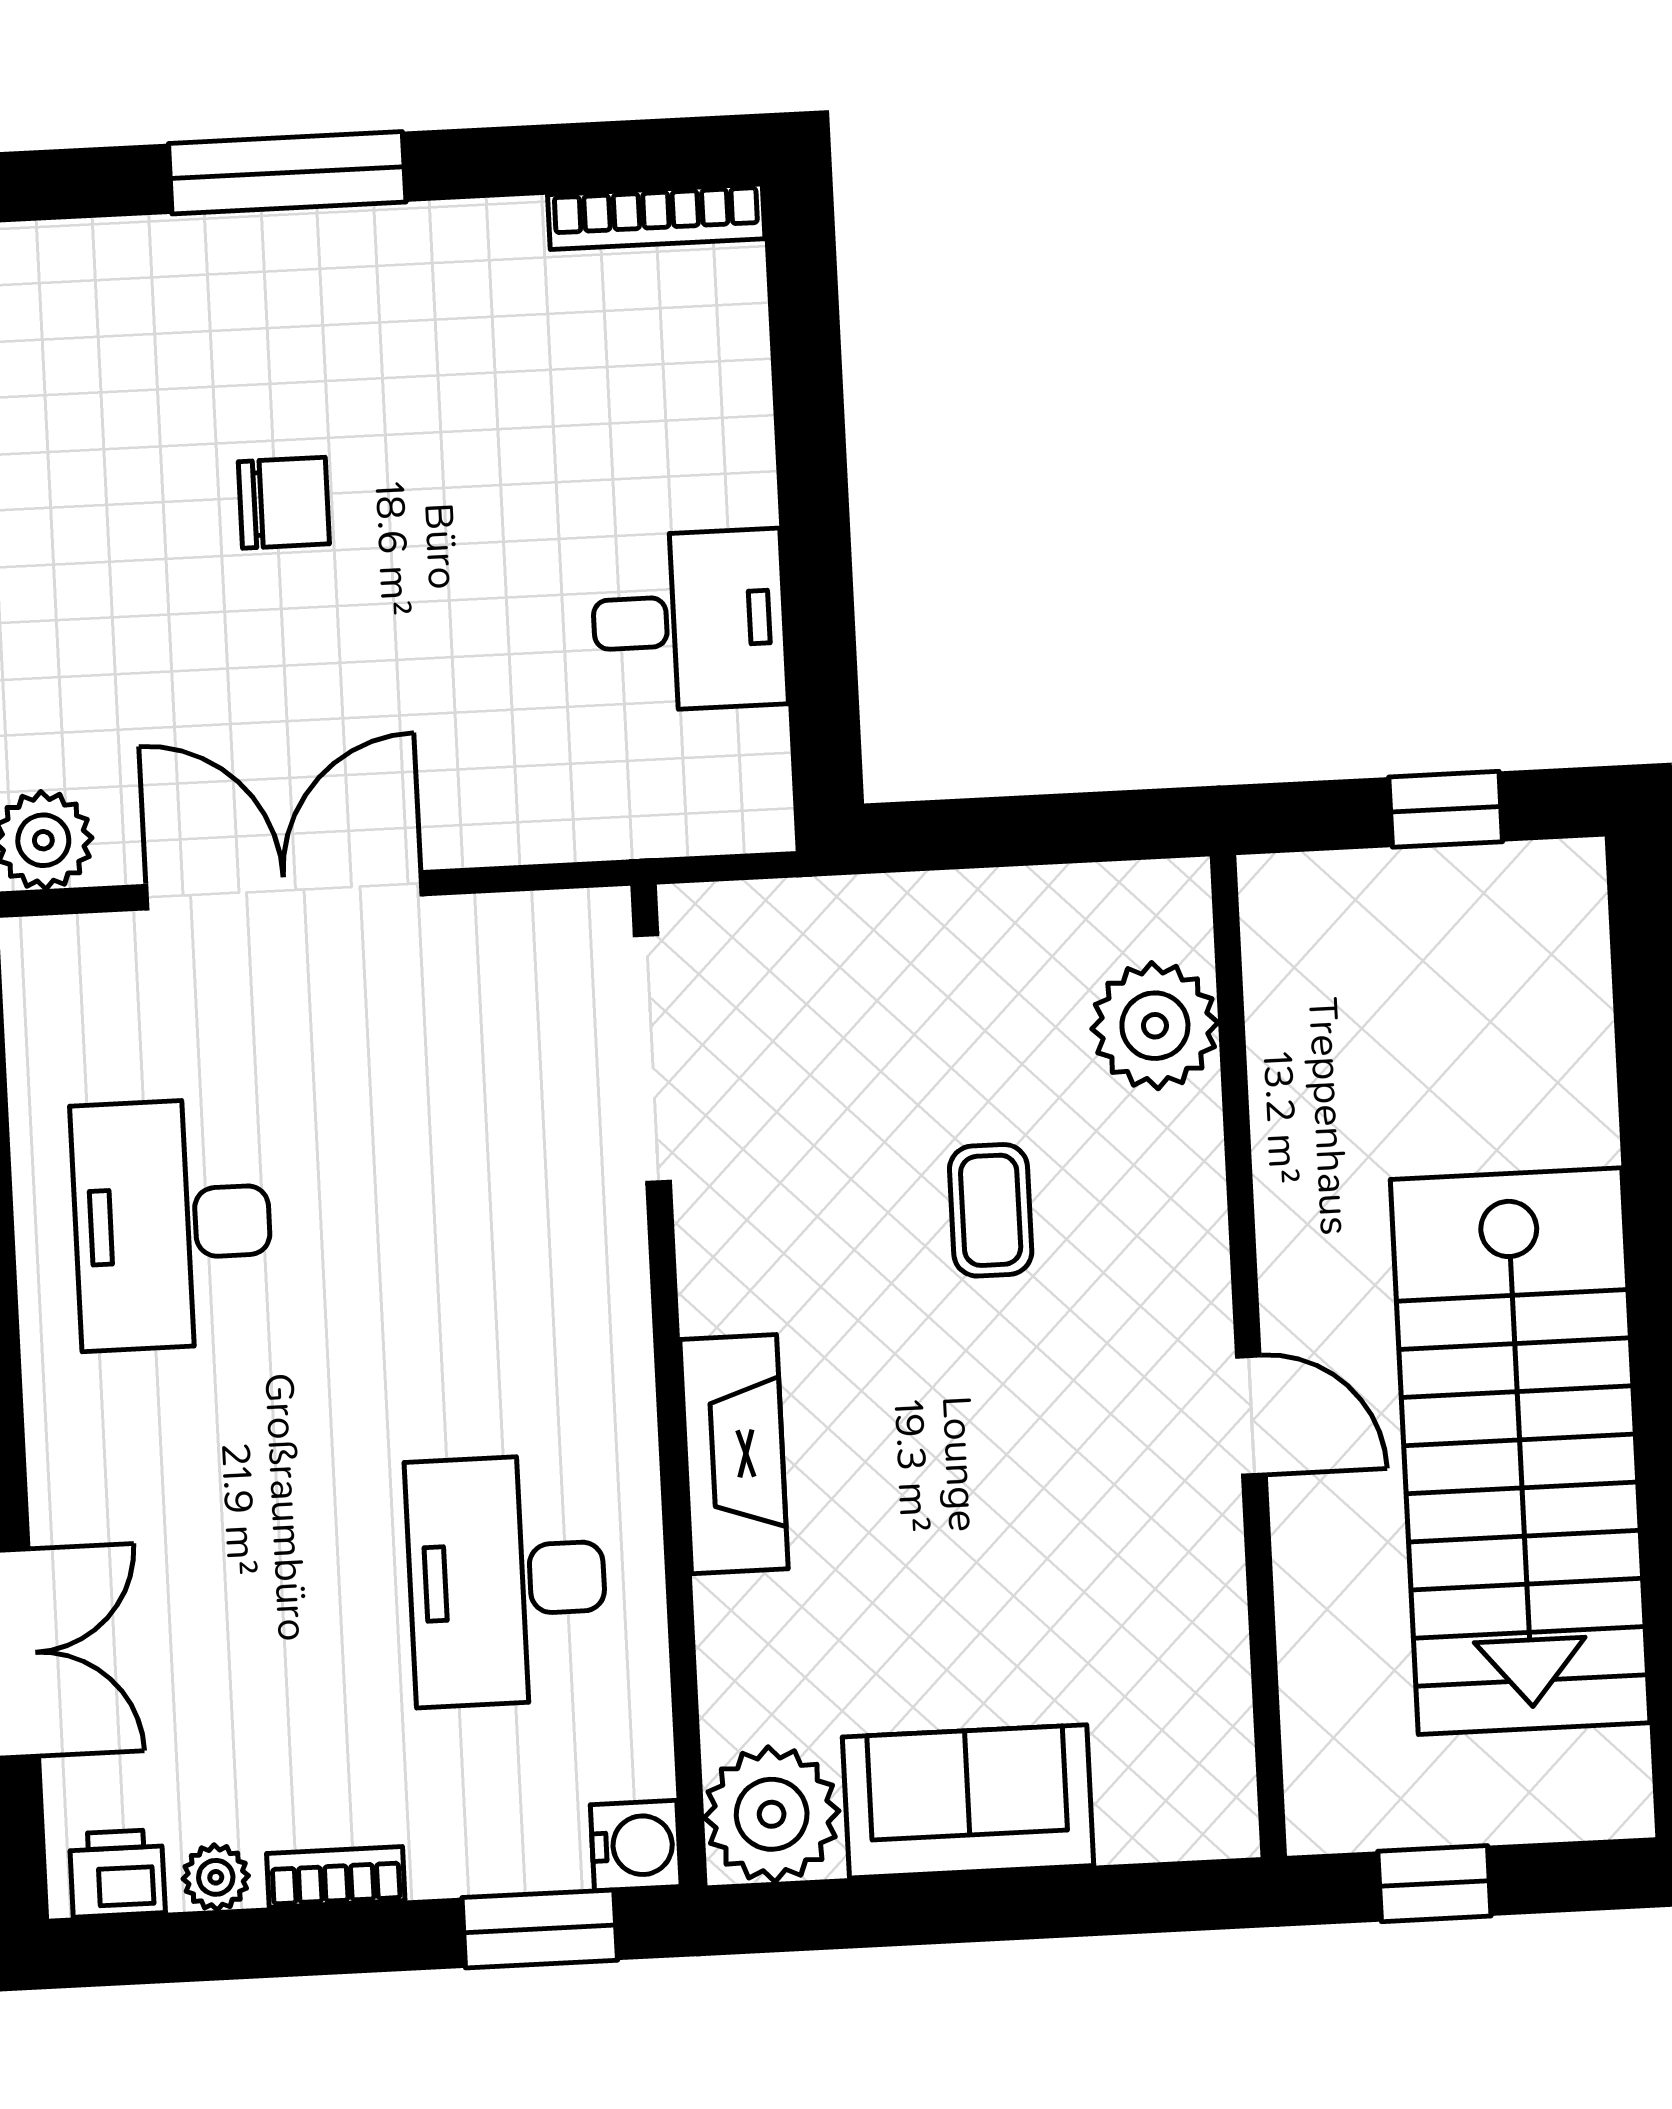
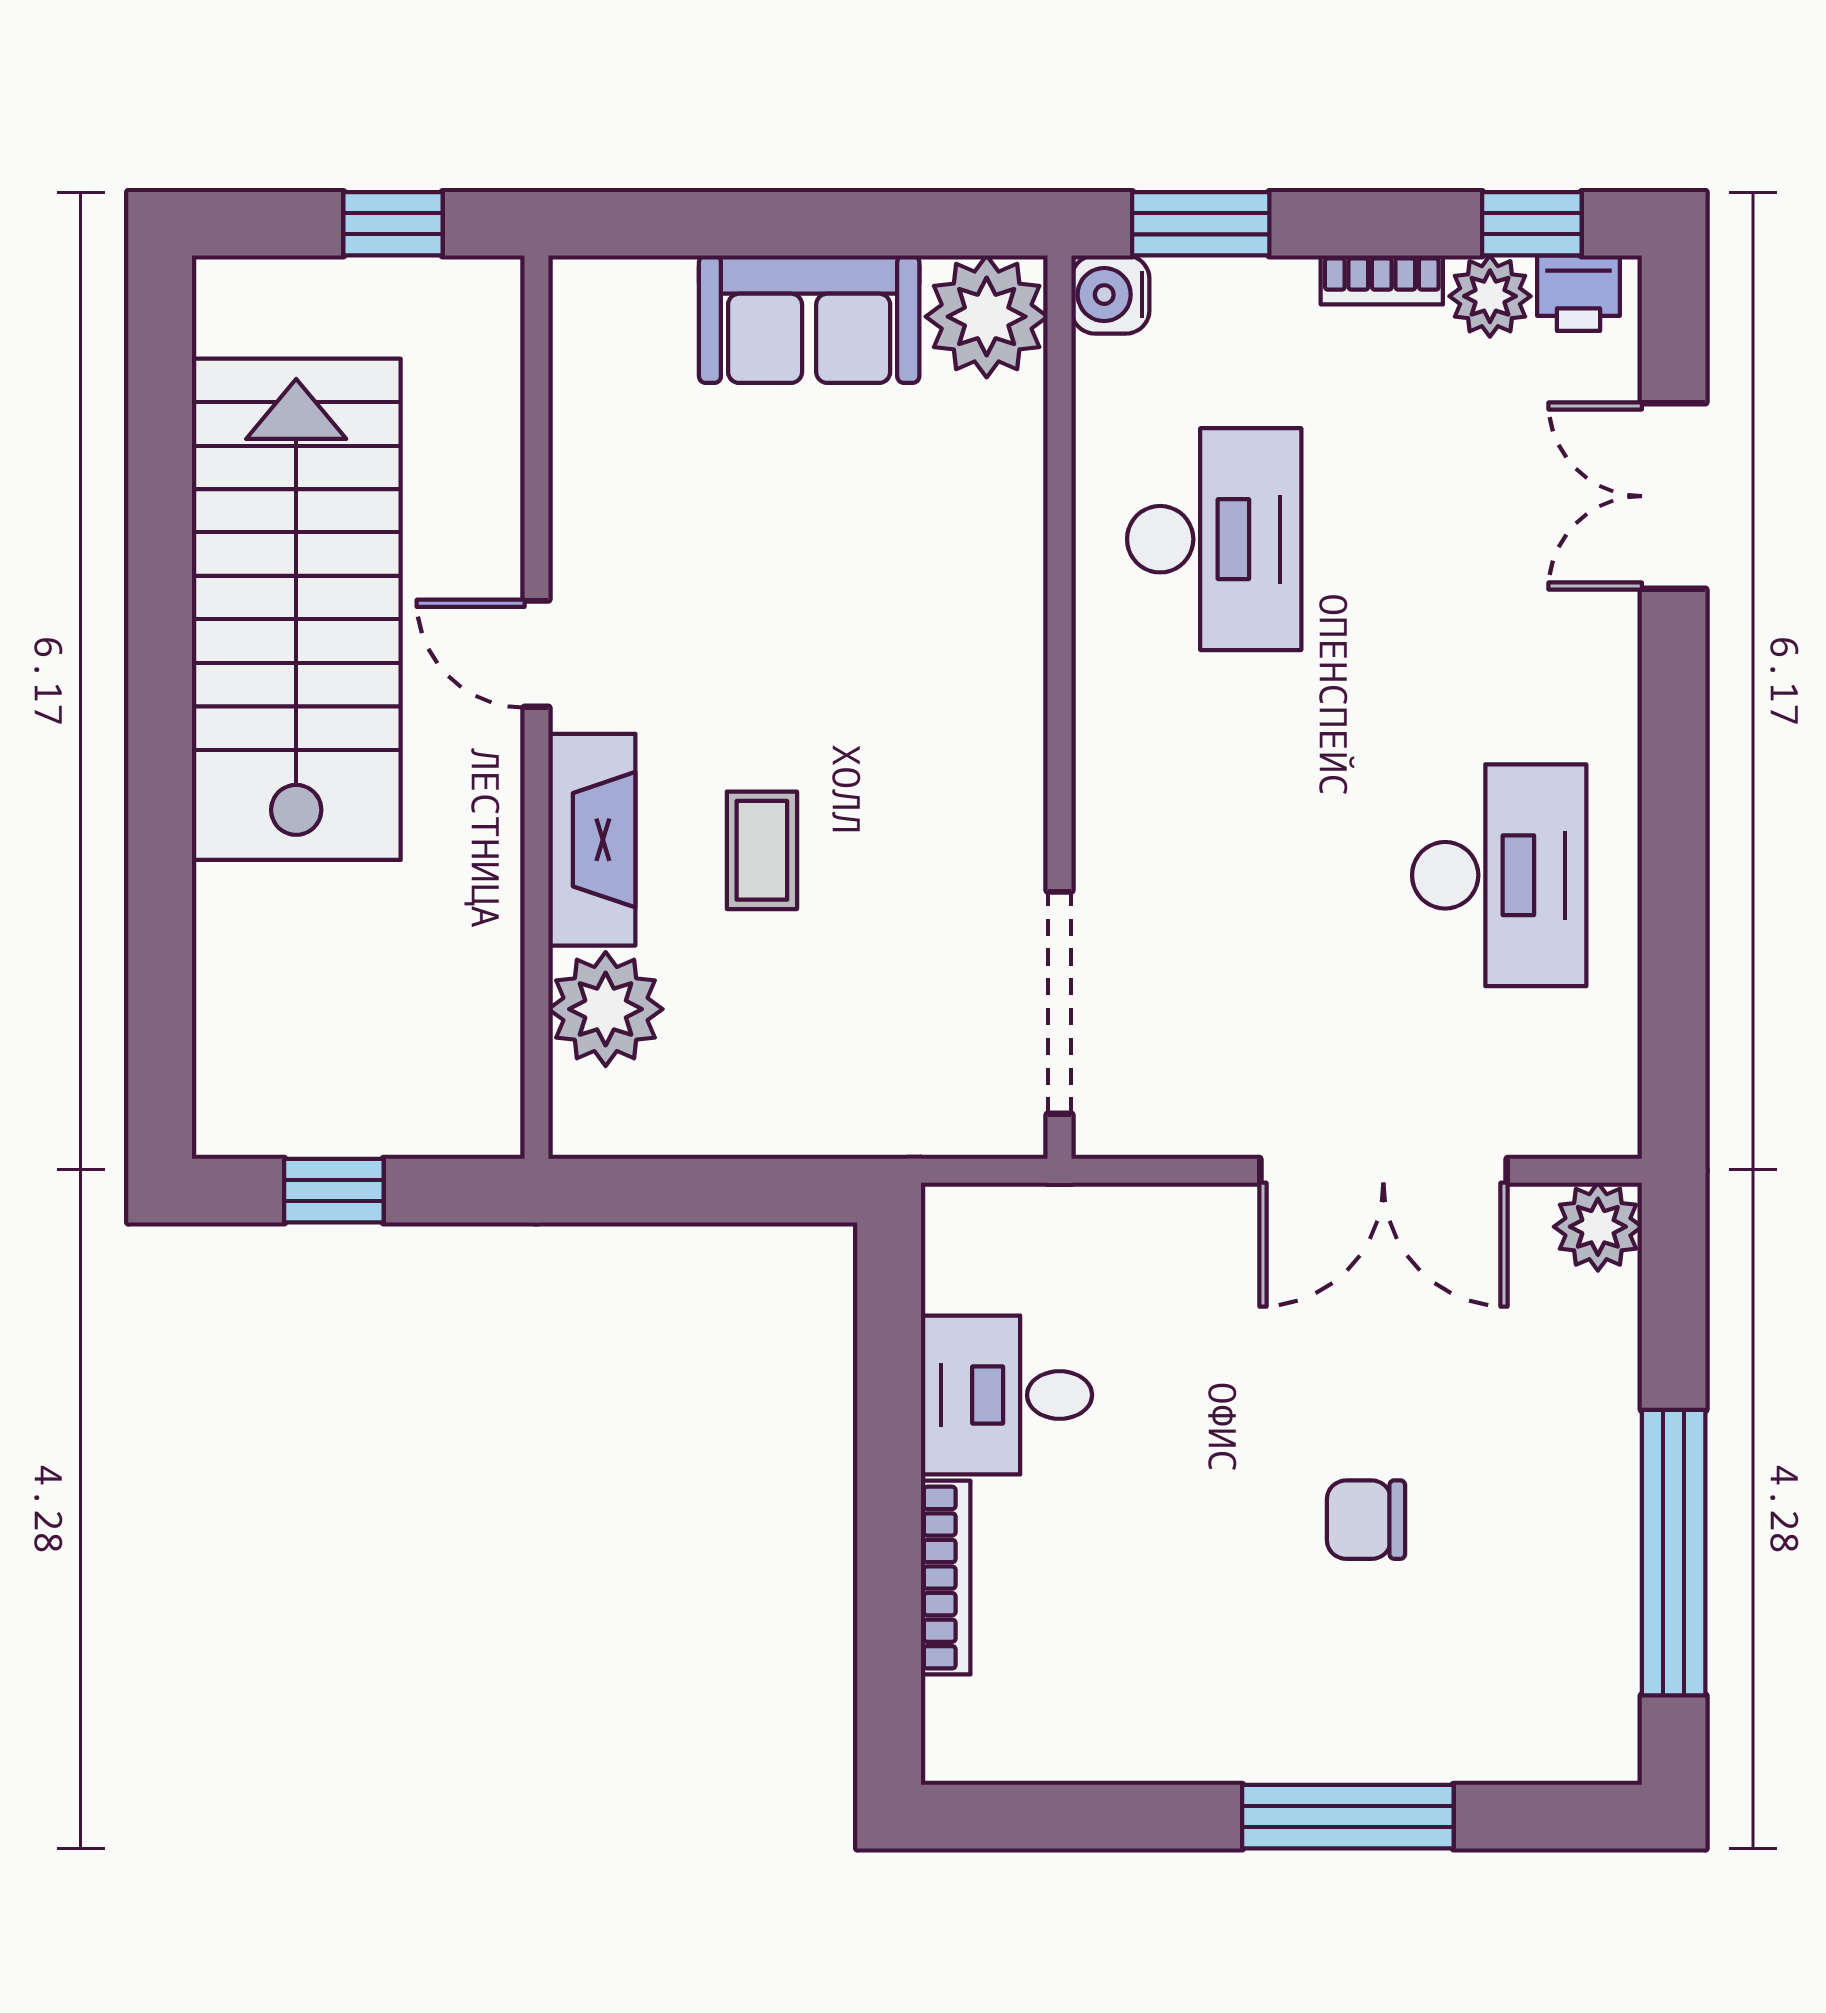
bookcase: (656, 217) -> (946, 1578), moved, turned 90
fireplace: (734, 1454) -> (592, 840), moved, turned 180
plant: (216, 1877) -> (1490, 296), width x1.38, depth x1.38
window: (173, 1948) -> (1532, 224), added

